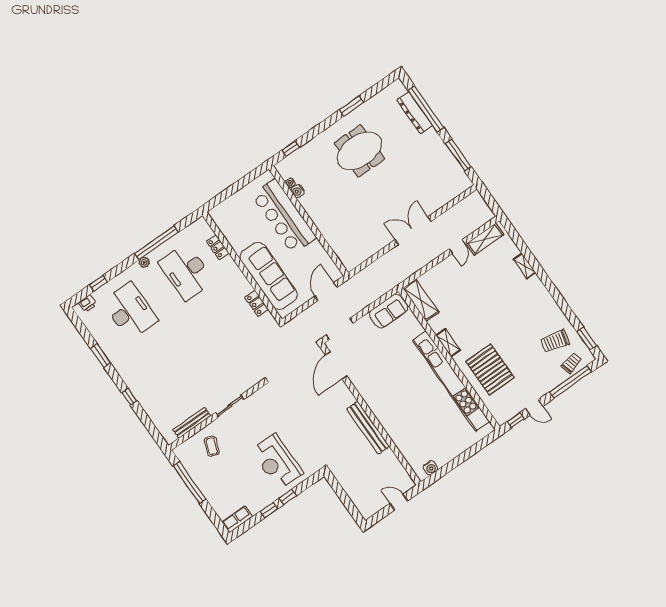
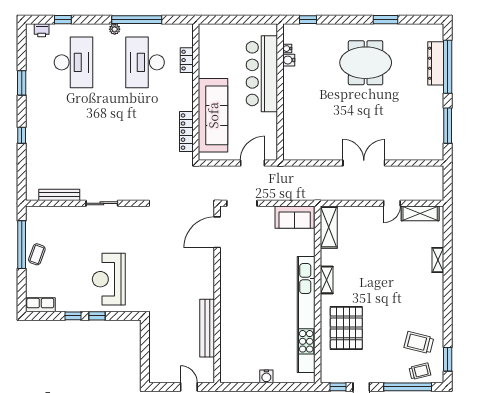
locker: (257, 303) -> (186, 132), width x1.53
bench: (368, 428) -> (207, 328), moved
coffee table: (212, 446) -> (37, 254), moved
water cooler: (430, 468) -> (266, 376), moved

